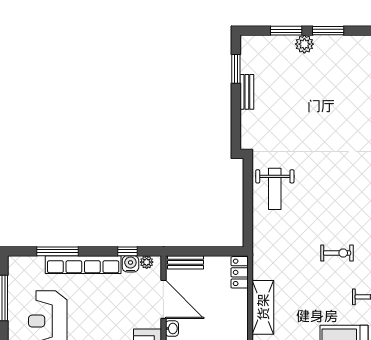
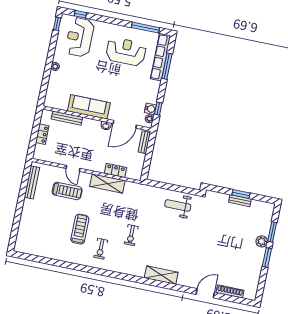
window: (236, 69) -> (241, 194), moved
row of seats: (83, 265) -> (160, 57), moved
locker: (240, 272) -> (115, 170), moved

